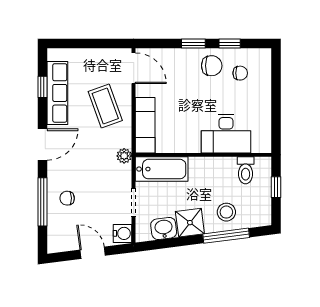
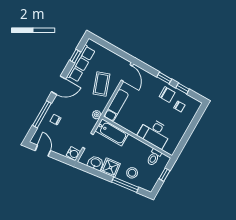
door: (93, 253) -> (43, 151), moved

